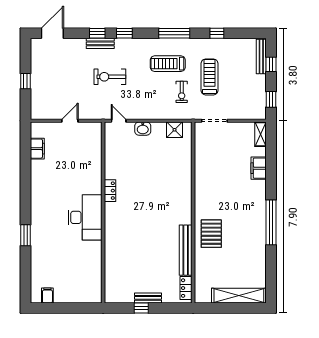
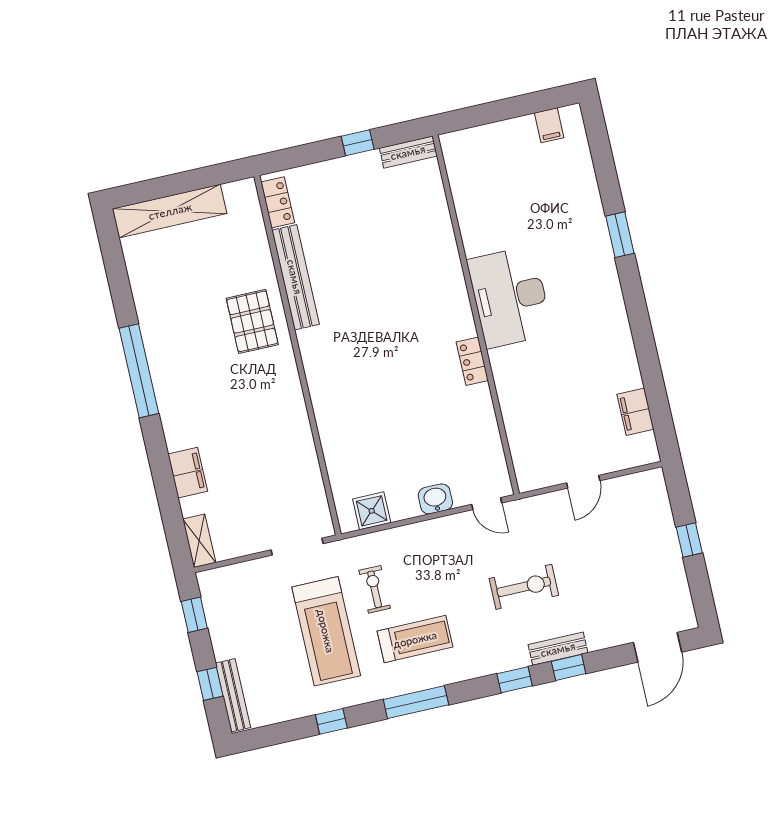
treadmill: (210, 77) -> (326, 631), width x1.37, depth x1.38
bench: (148, 298) -> (408, 152), moved

